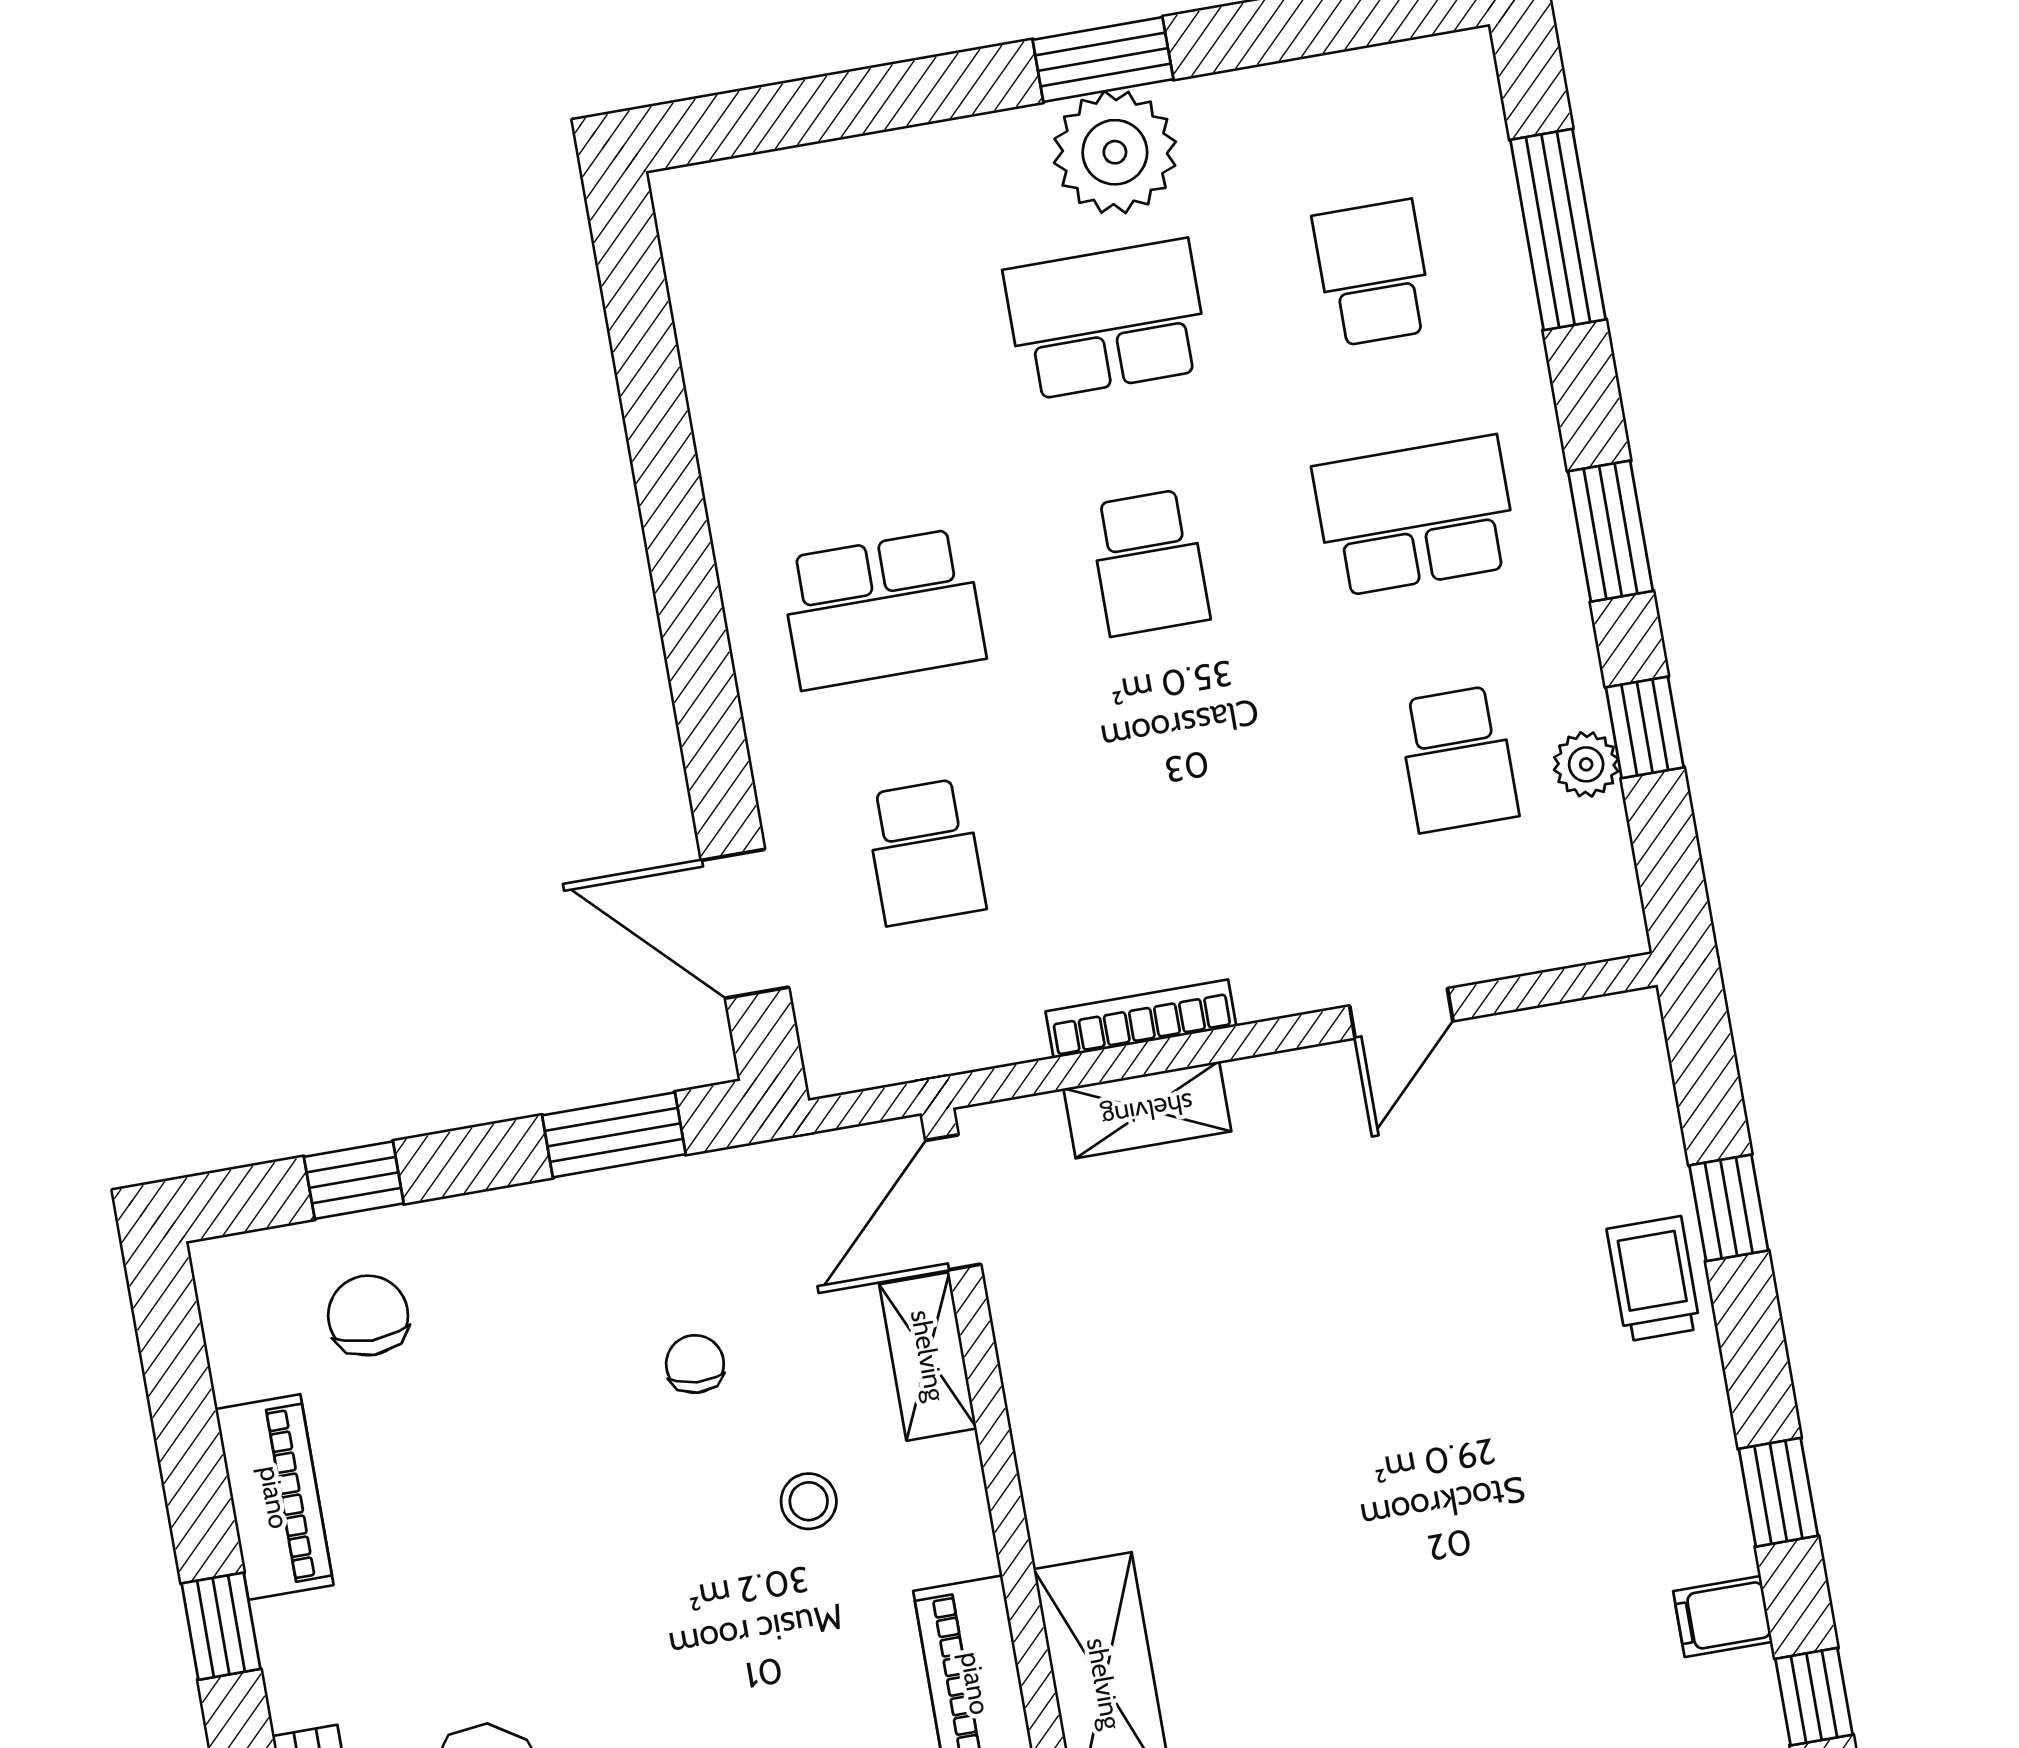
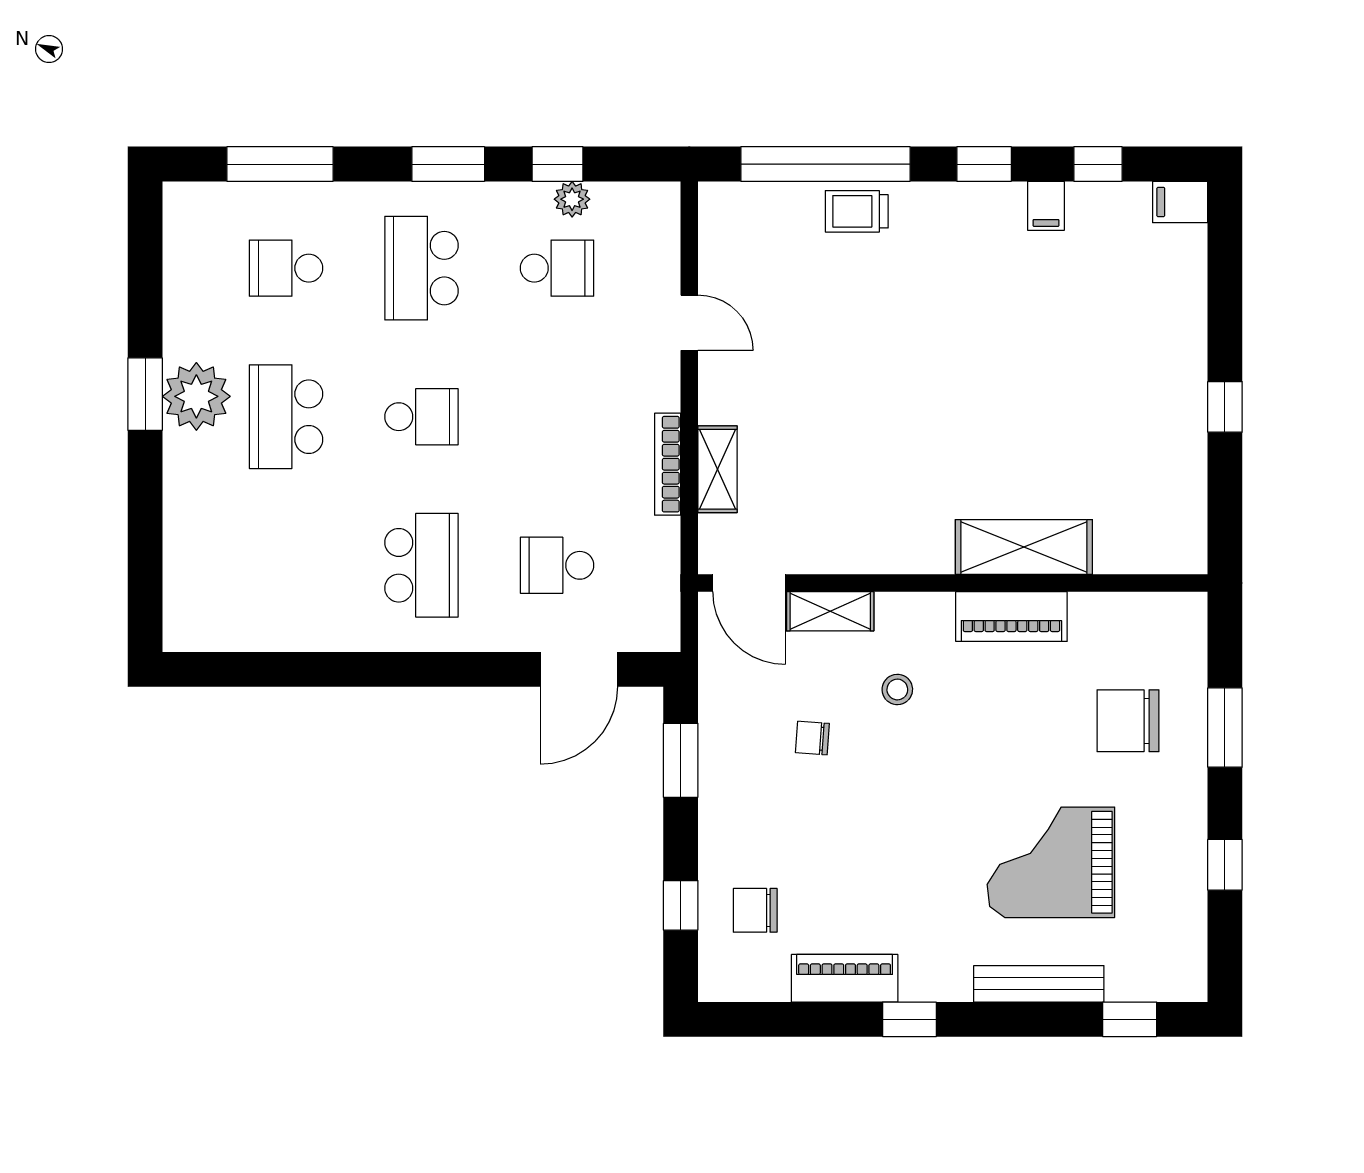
school desk: (925, 852) -> (557, 565), turned 180
window: (1729, 1208) -> (825, 164), width x3.17

